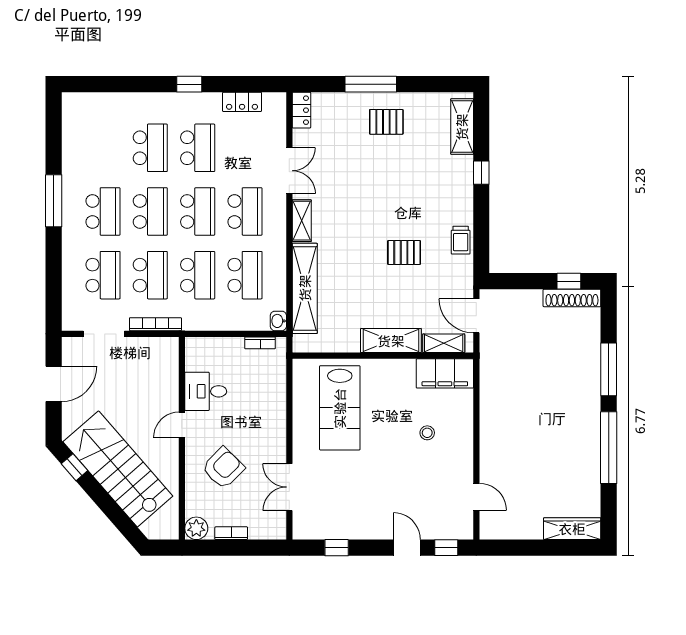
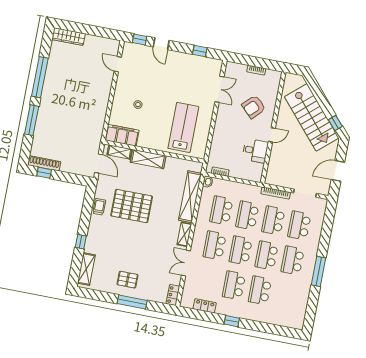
pallet: (404, 252) -> (132, 206), width x2.05, depth x2.00
plant: (196, 528) -> (275, 76), removed

